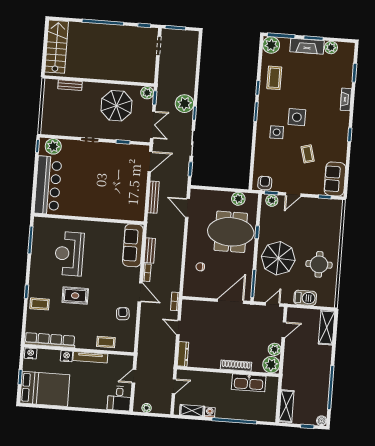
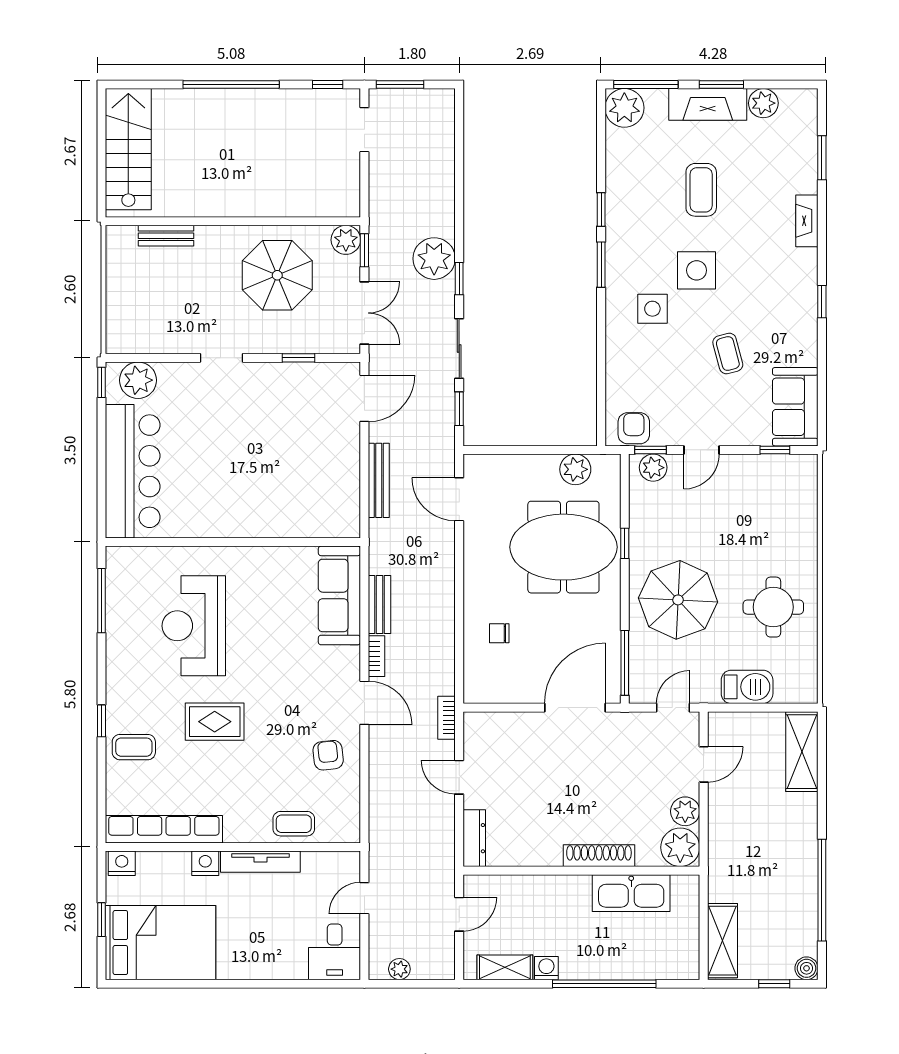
coffee table: (274, 78) -> (701, 190), moved

